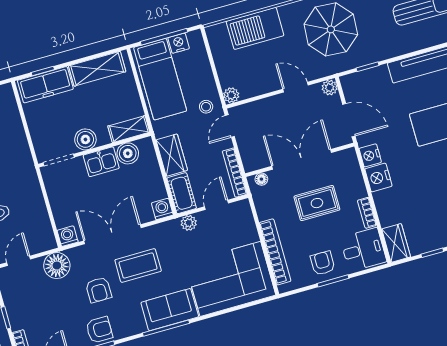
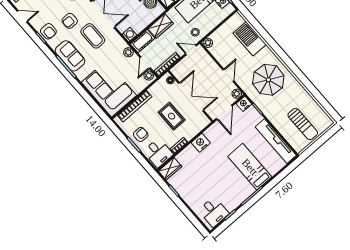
nightstand: (370, 155) -> (244, 104), moved
door: (216, 205) -> (145, 63), swing flipped
plant: (239, 209) -> (149, 76), added
sofa: (170, 310) -> (70, 56), moved

